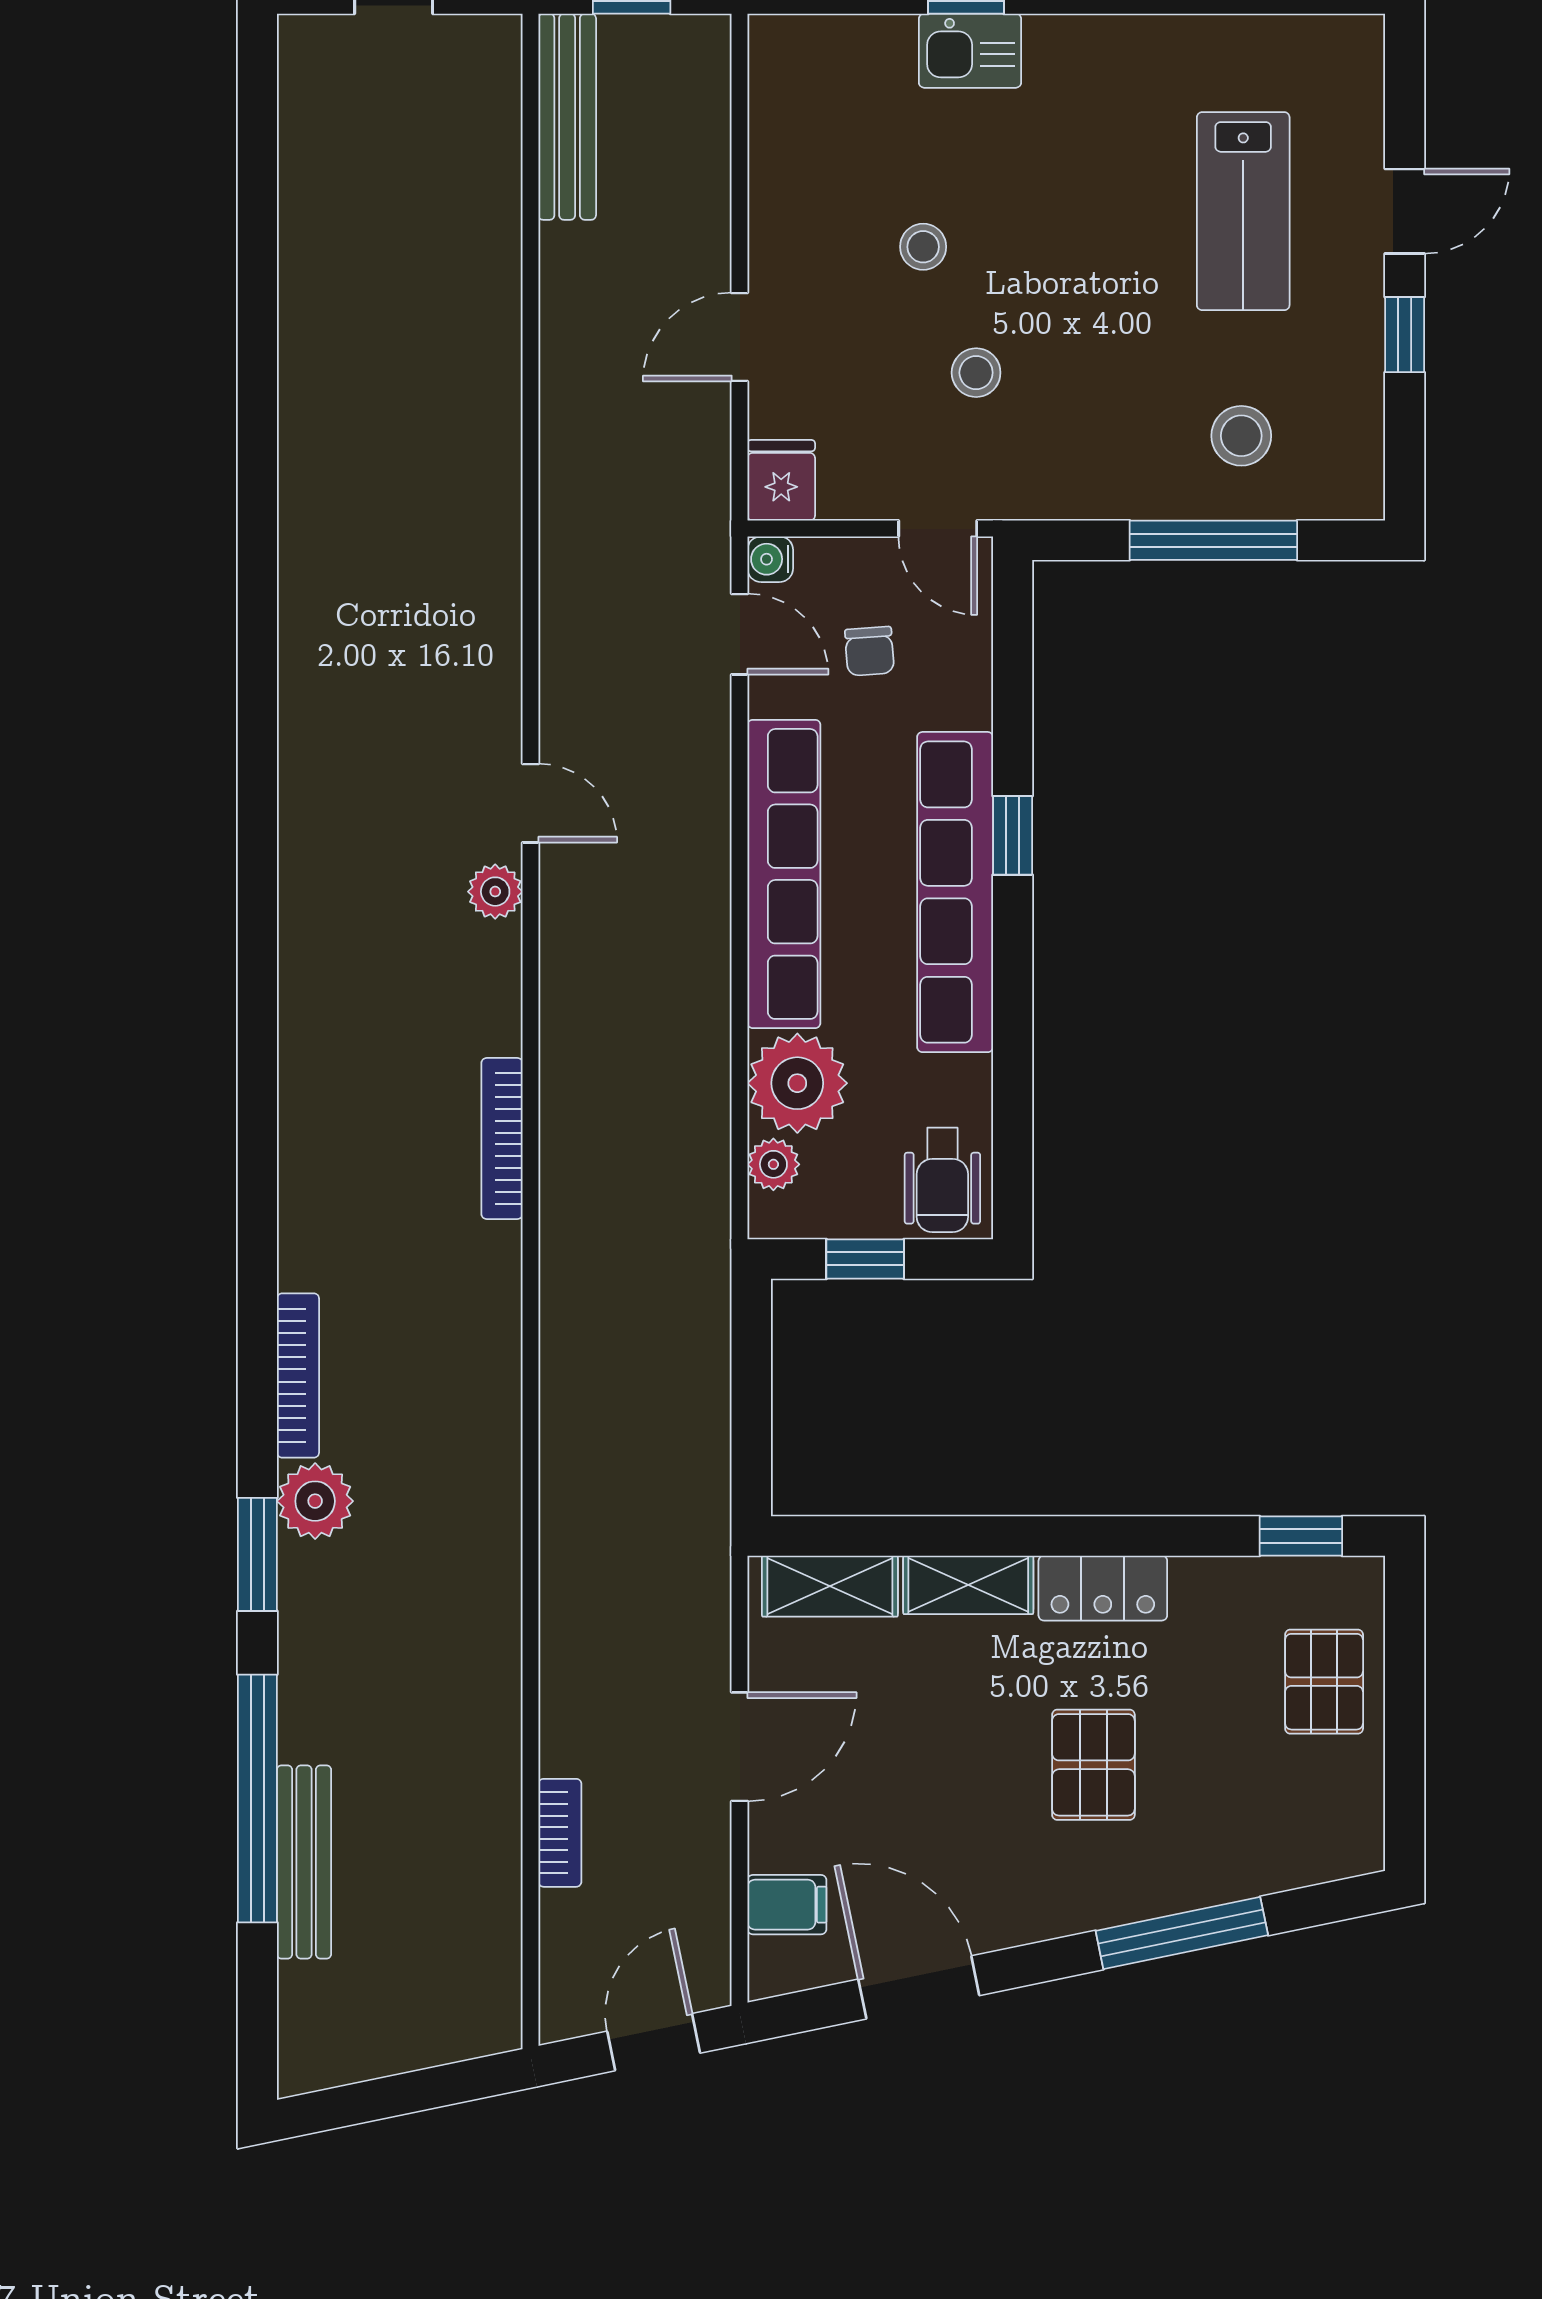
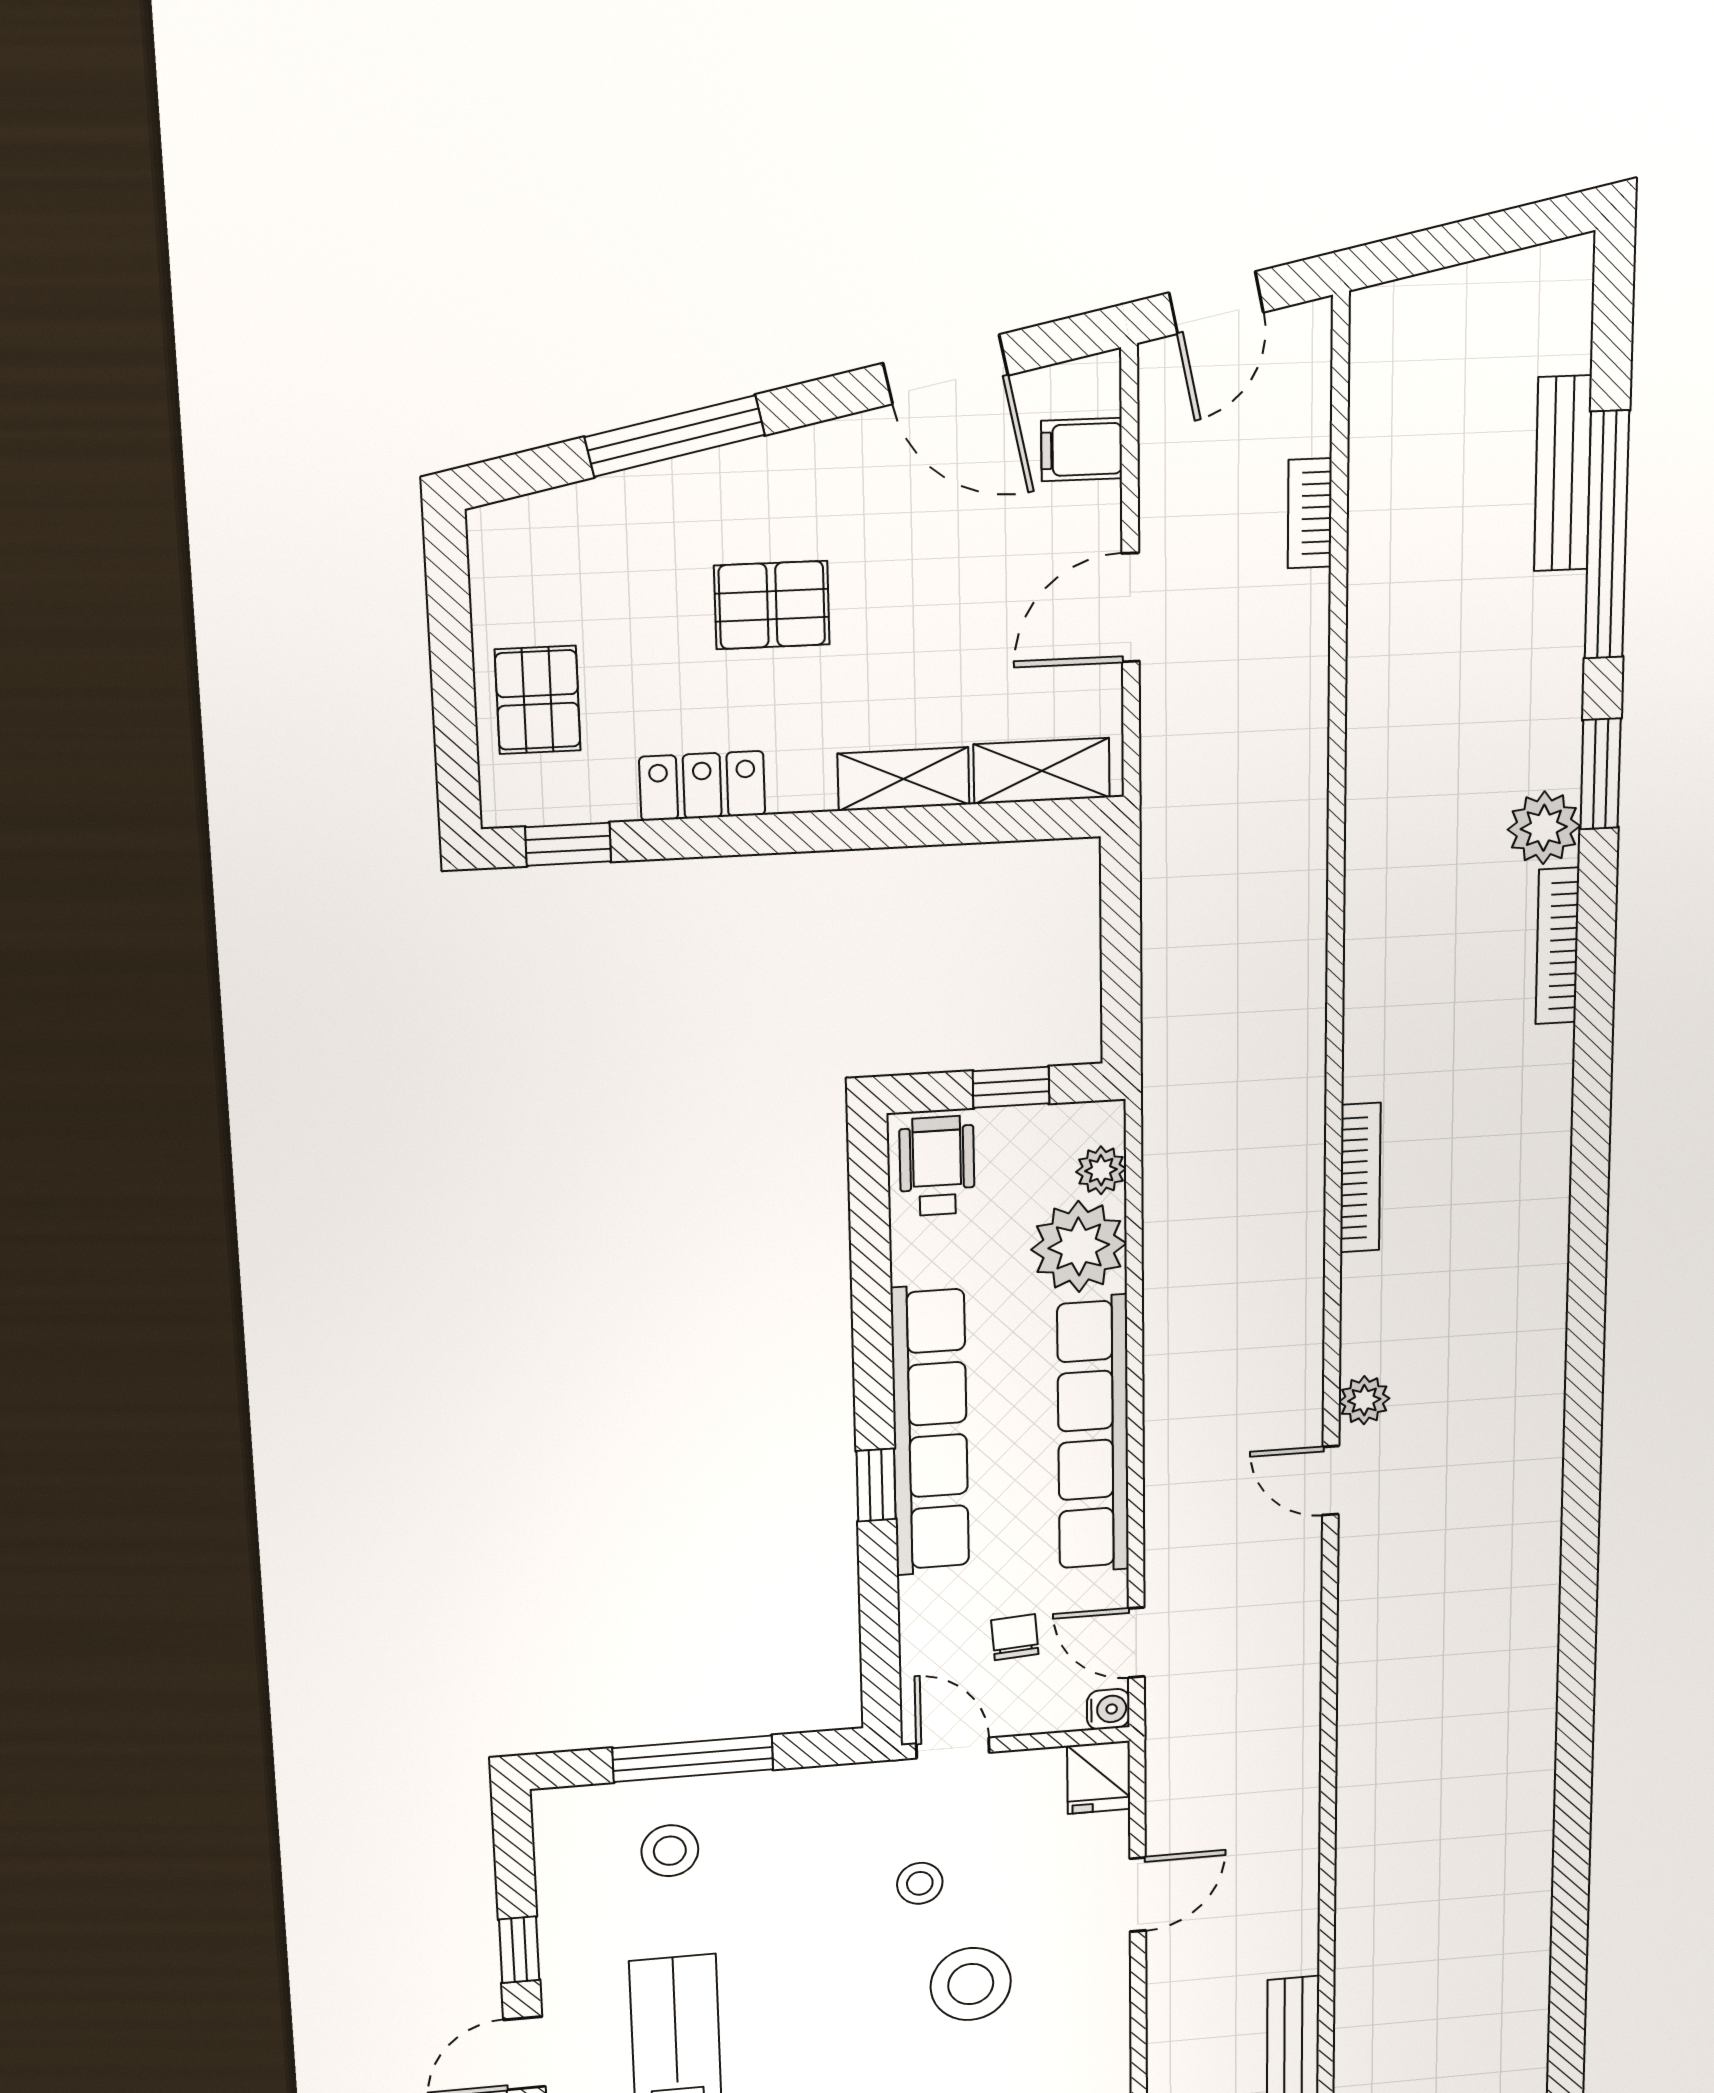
stool: (923, 247) -> (971, 1984), width x1.89, depth x1.89
locker: (1103, 1588) -> (702, 786), moved
pallet: (1093, 1765) -> (772, 605), turned 90

